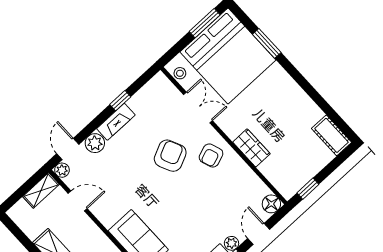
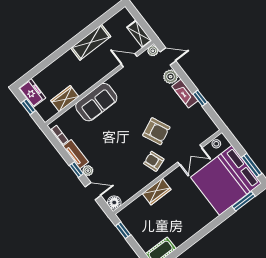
window: (267, 43) -> (243, 201), moved
door: (78, 201) -> (129, 60), swing flipped

